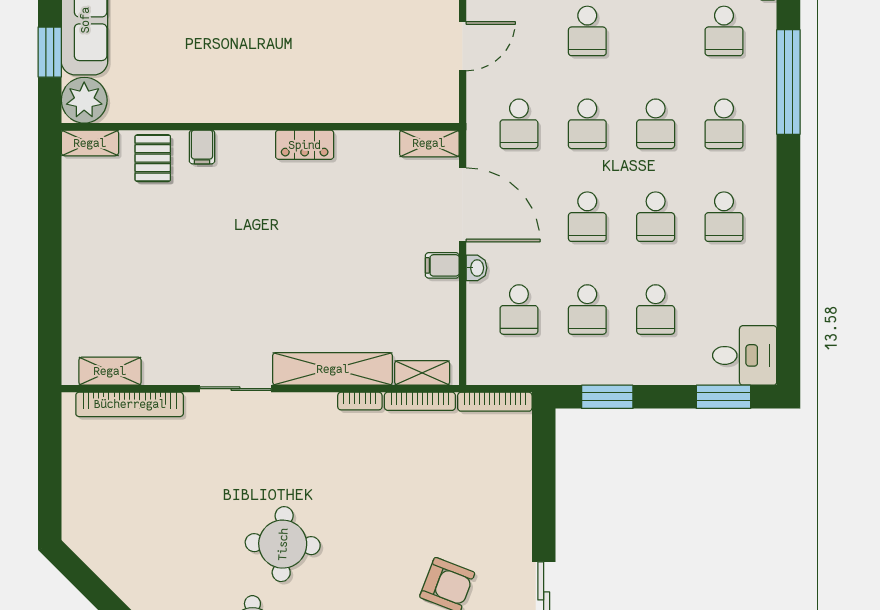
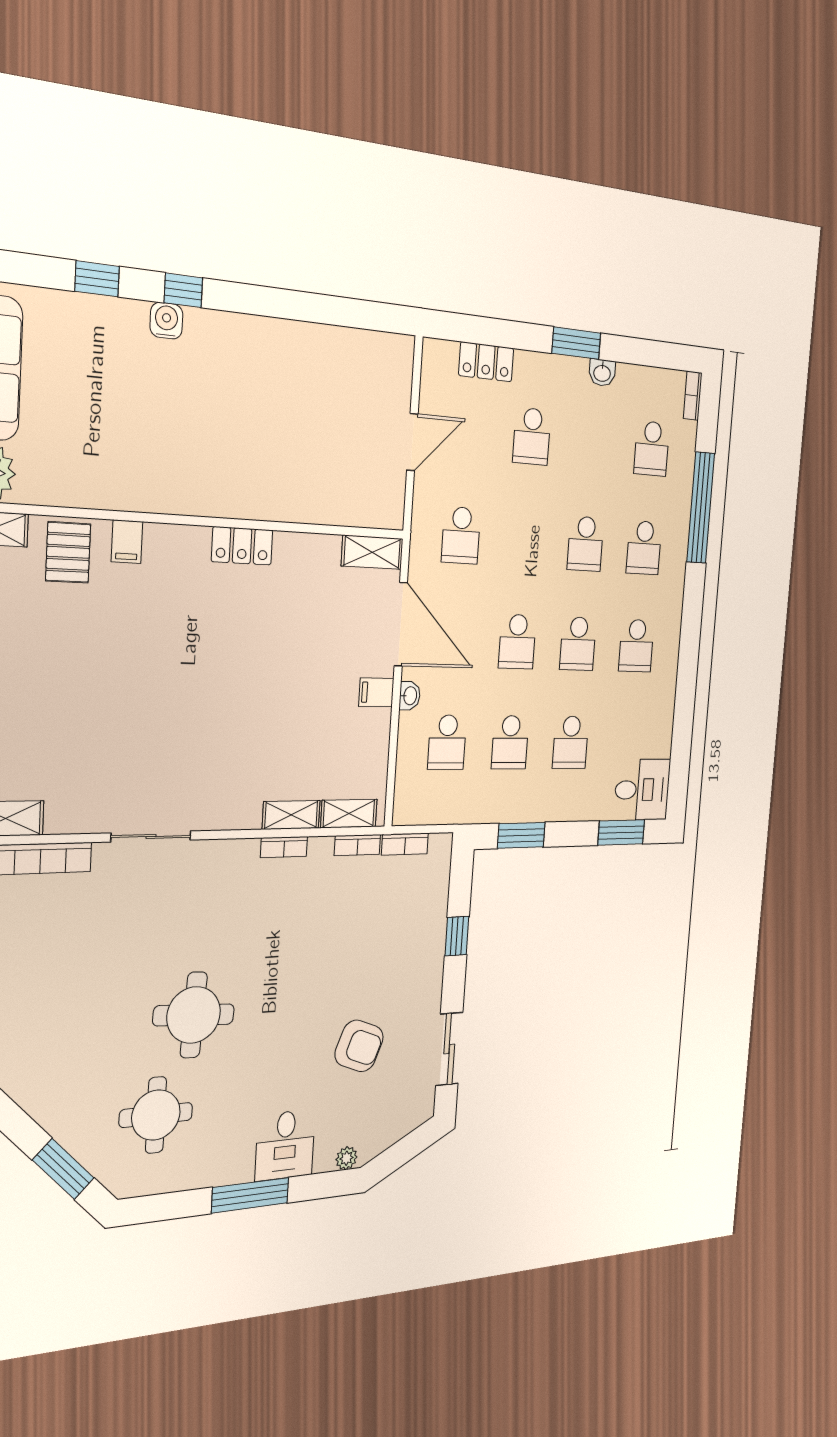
school desk: (587, 124) -> (524, 540), removed
shelving: (333, 369) -> (291, 815), width x0.45, depth x0.75
bookcase: (420, 401) -> (357, 845), width x0.64
bookcase: (495, 402) -> (405, 844), width x0.64
window: (544, 489) -> (457, 936), added

